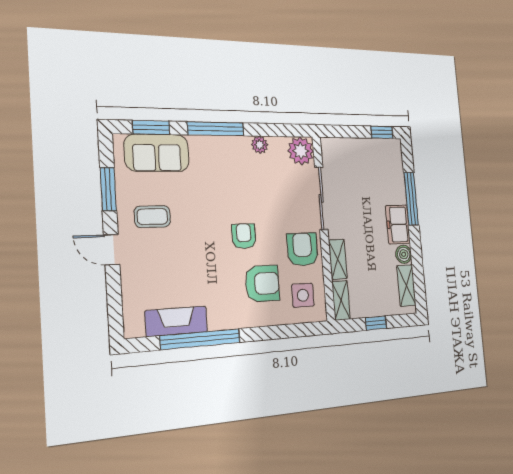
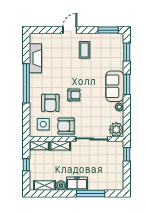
window: (216, 129) -> (127, 84), width x0.69
window: (382, 132) -> (127, 154), moved
sofa: (157, 153) -> (115, 86), moved
window: (108, 189) -> (108, 30), moved
armchair: (303, 249) -> (66, 126), turned 180
window: (200, 339) -> (26, 83), moved

